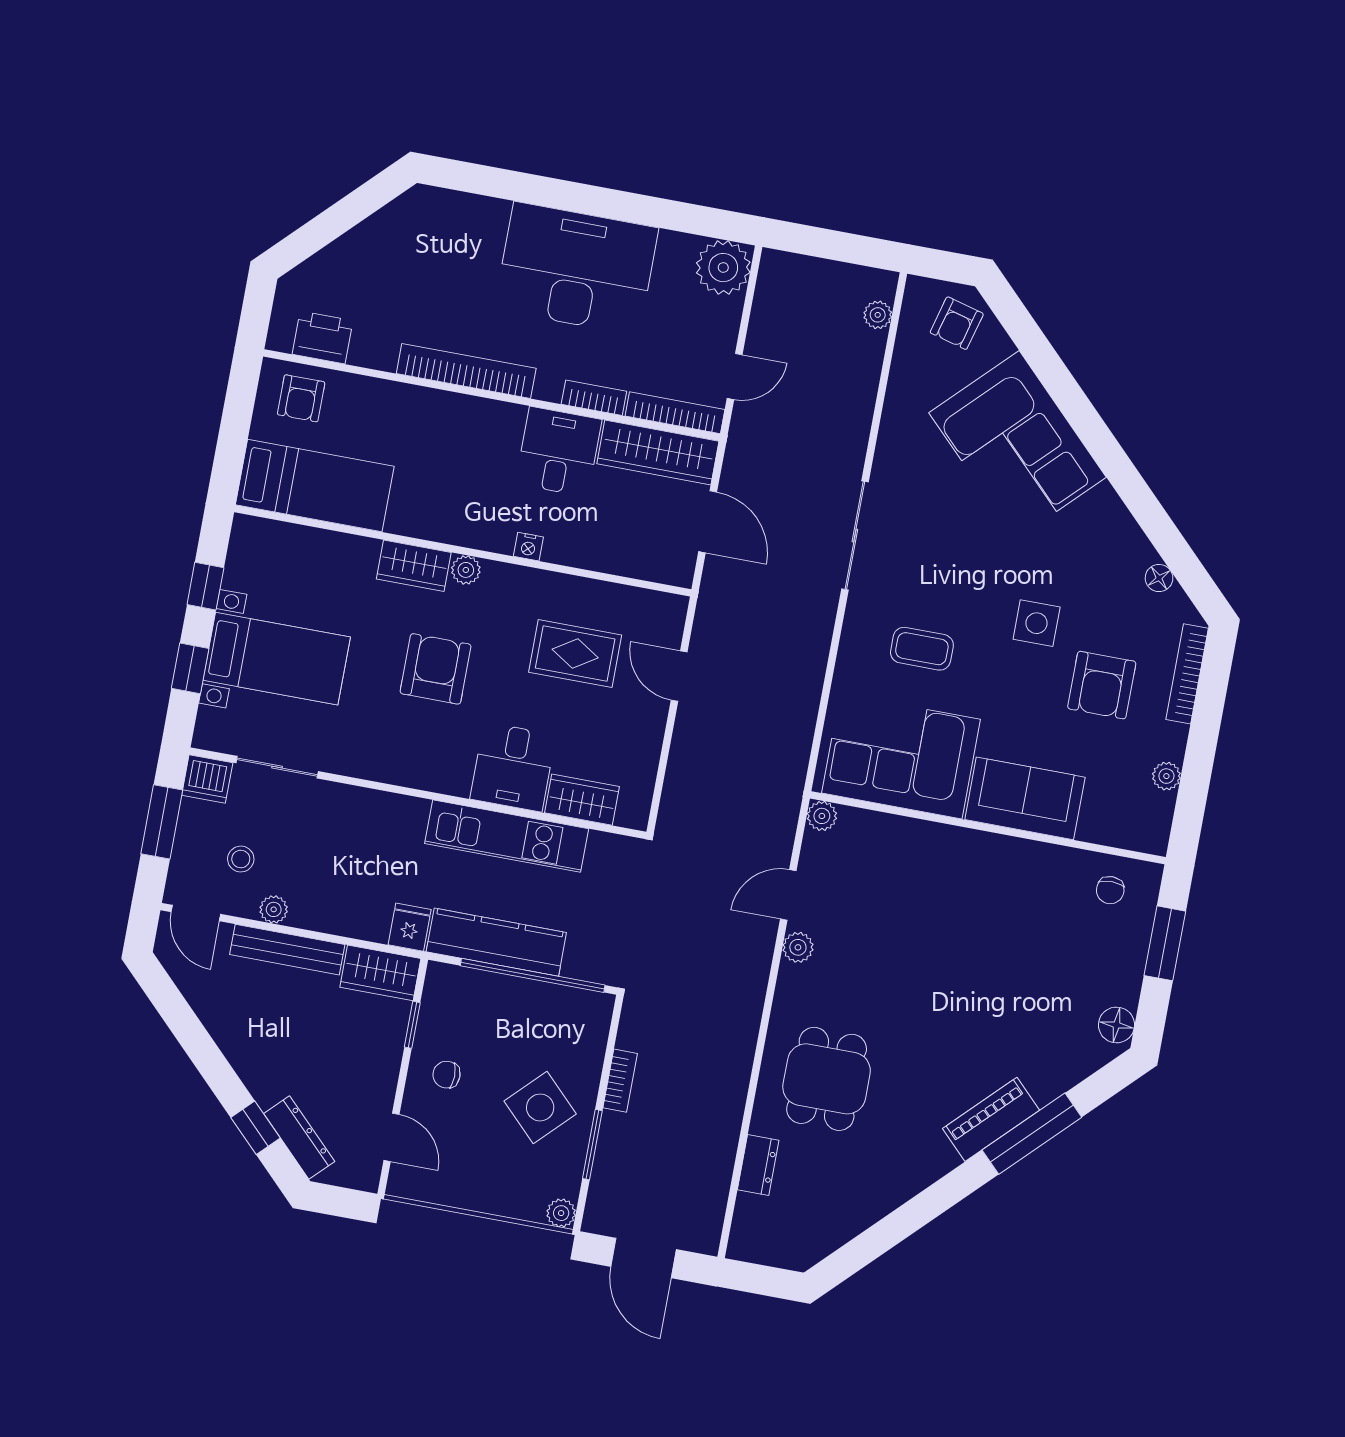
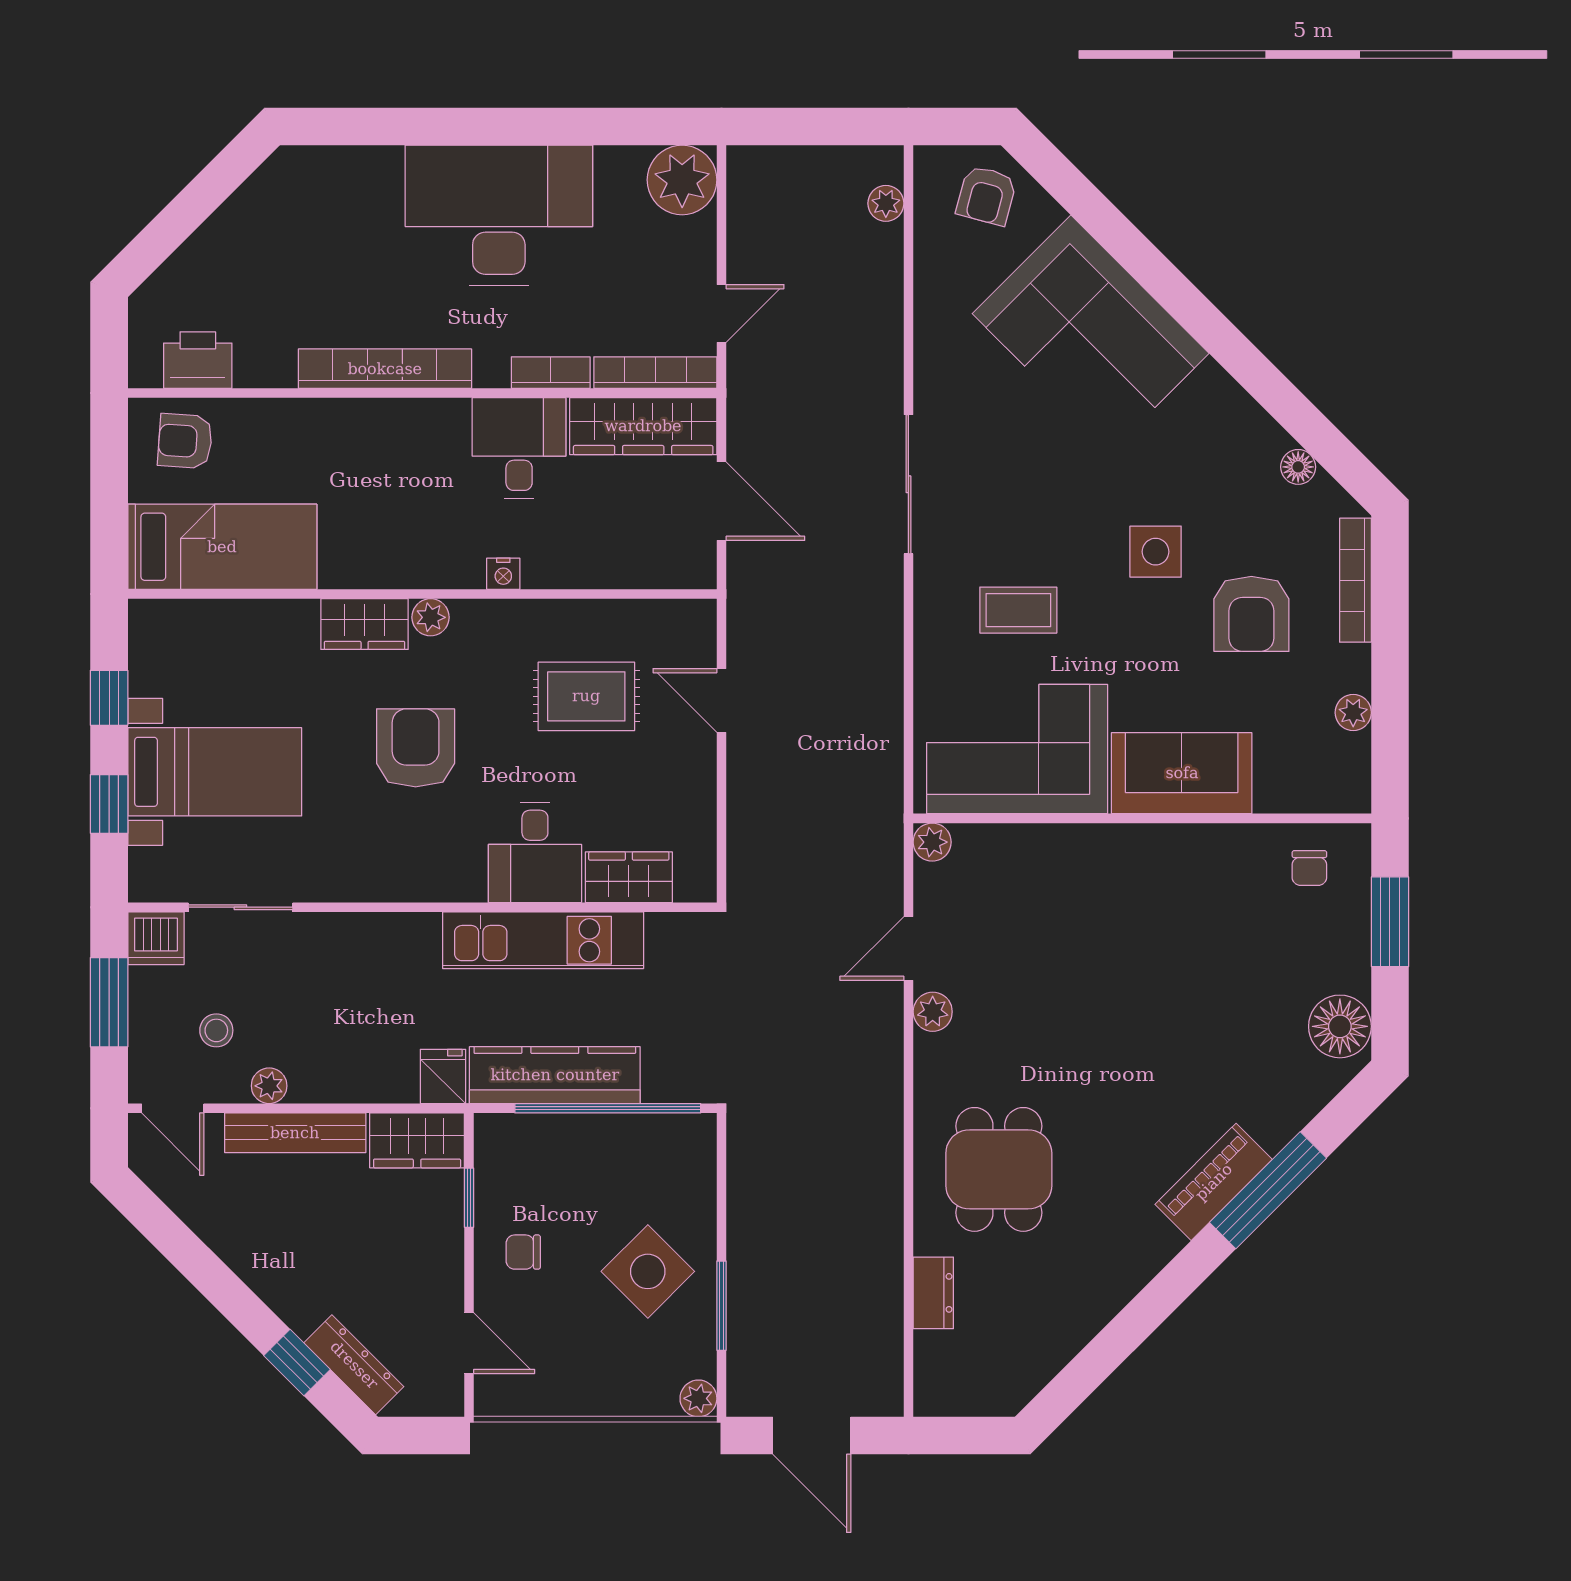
armchair: (301, 398) -> (185, 441), turned 94
floor lamp: (1116, 1025) -> (1340, 1026), width x1.38, depth x1.38
bookcase: (620, 1081) -> (741, 1219), removed

